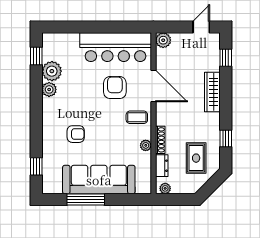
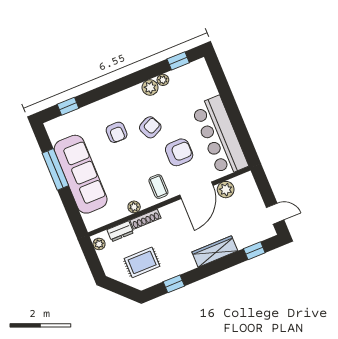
plant: (163, 40) -> (226, 190), moved
plant: (52, 71) -> (163, 80), width x0.53, depth x0.53
armchair: (83, 103) -> (150, 127), added

